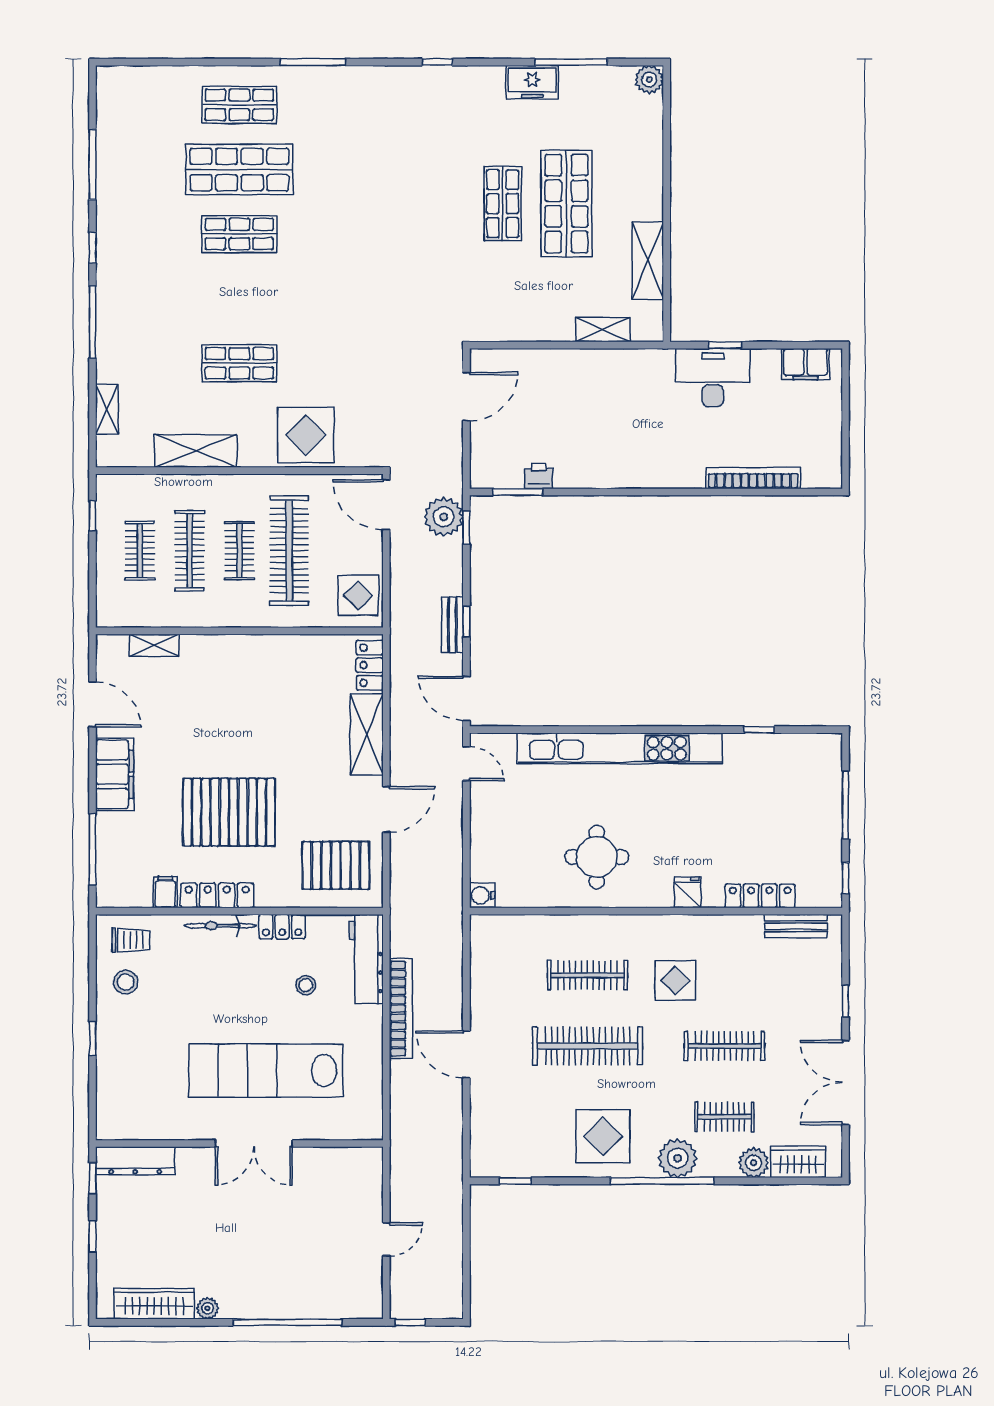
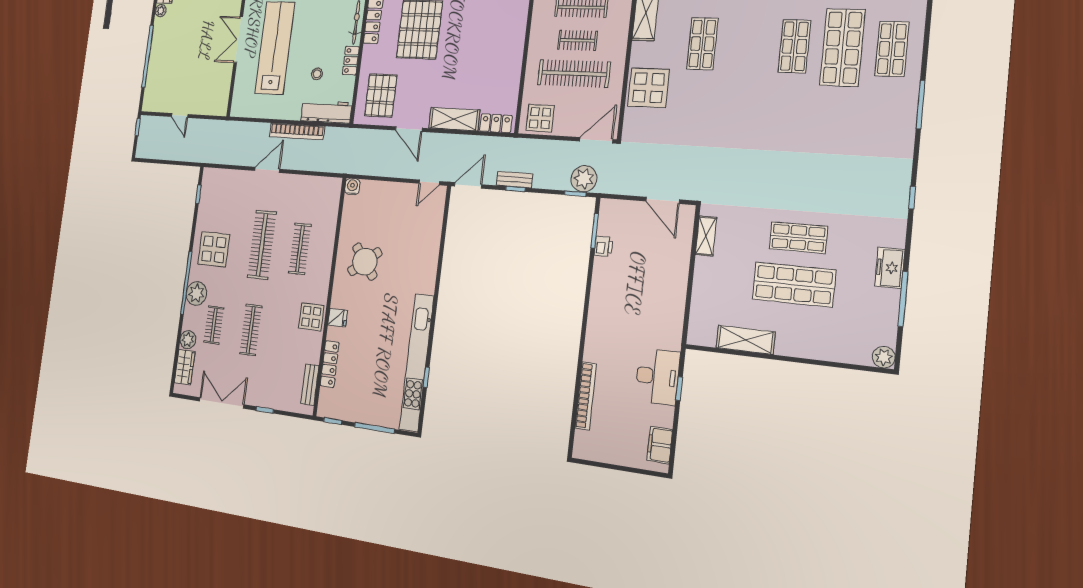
shelving: (603, 330) -> (706, 236), moved
kitchen unit: (620, 748) -> (417, 363), moved
round table: (597, 857) -> (365, 262), turned -38
display table: (675, 980) -> (311, 317), moved

